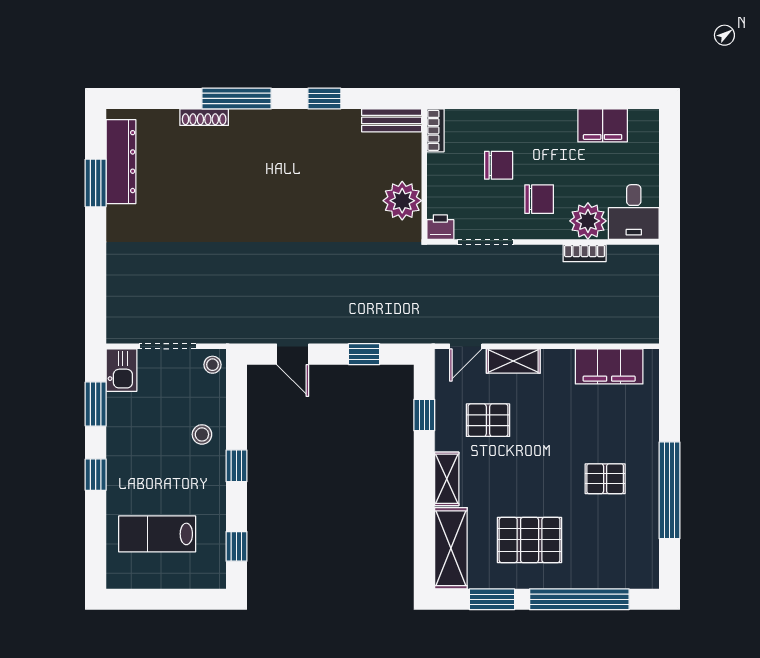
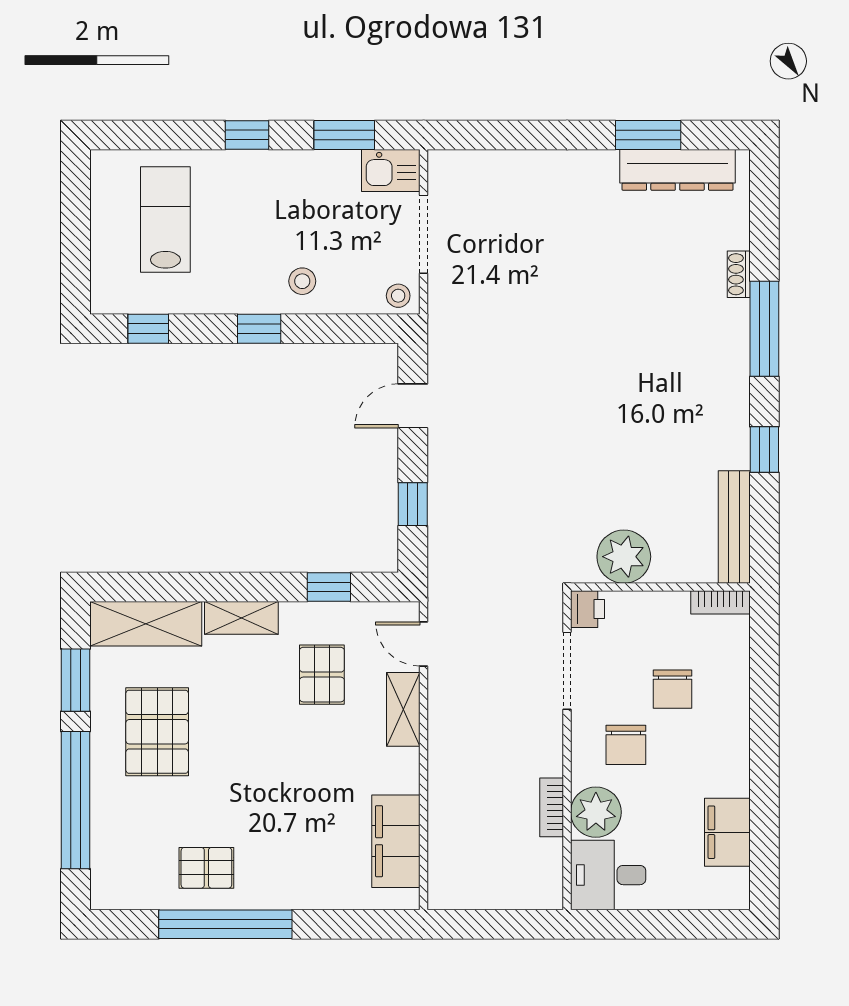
shoe rack: (204, 117) -> (739, 274), width x0.70
bench: (392, 120) -> (734, 527), width x1.36
pallet: (605, 479) -> (206, 868), moved, turned 90

